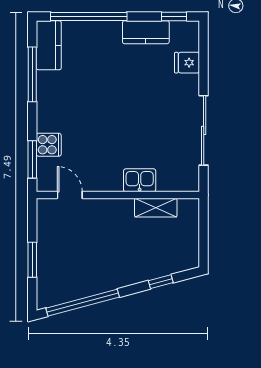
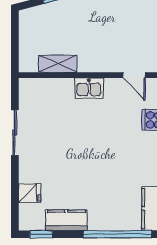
sliding door: (204, 130) -> (15, 133), width x0.73
kitchen sink: (140, 180) -> (89, 88), moved

